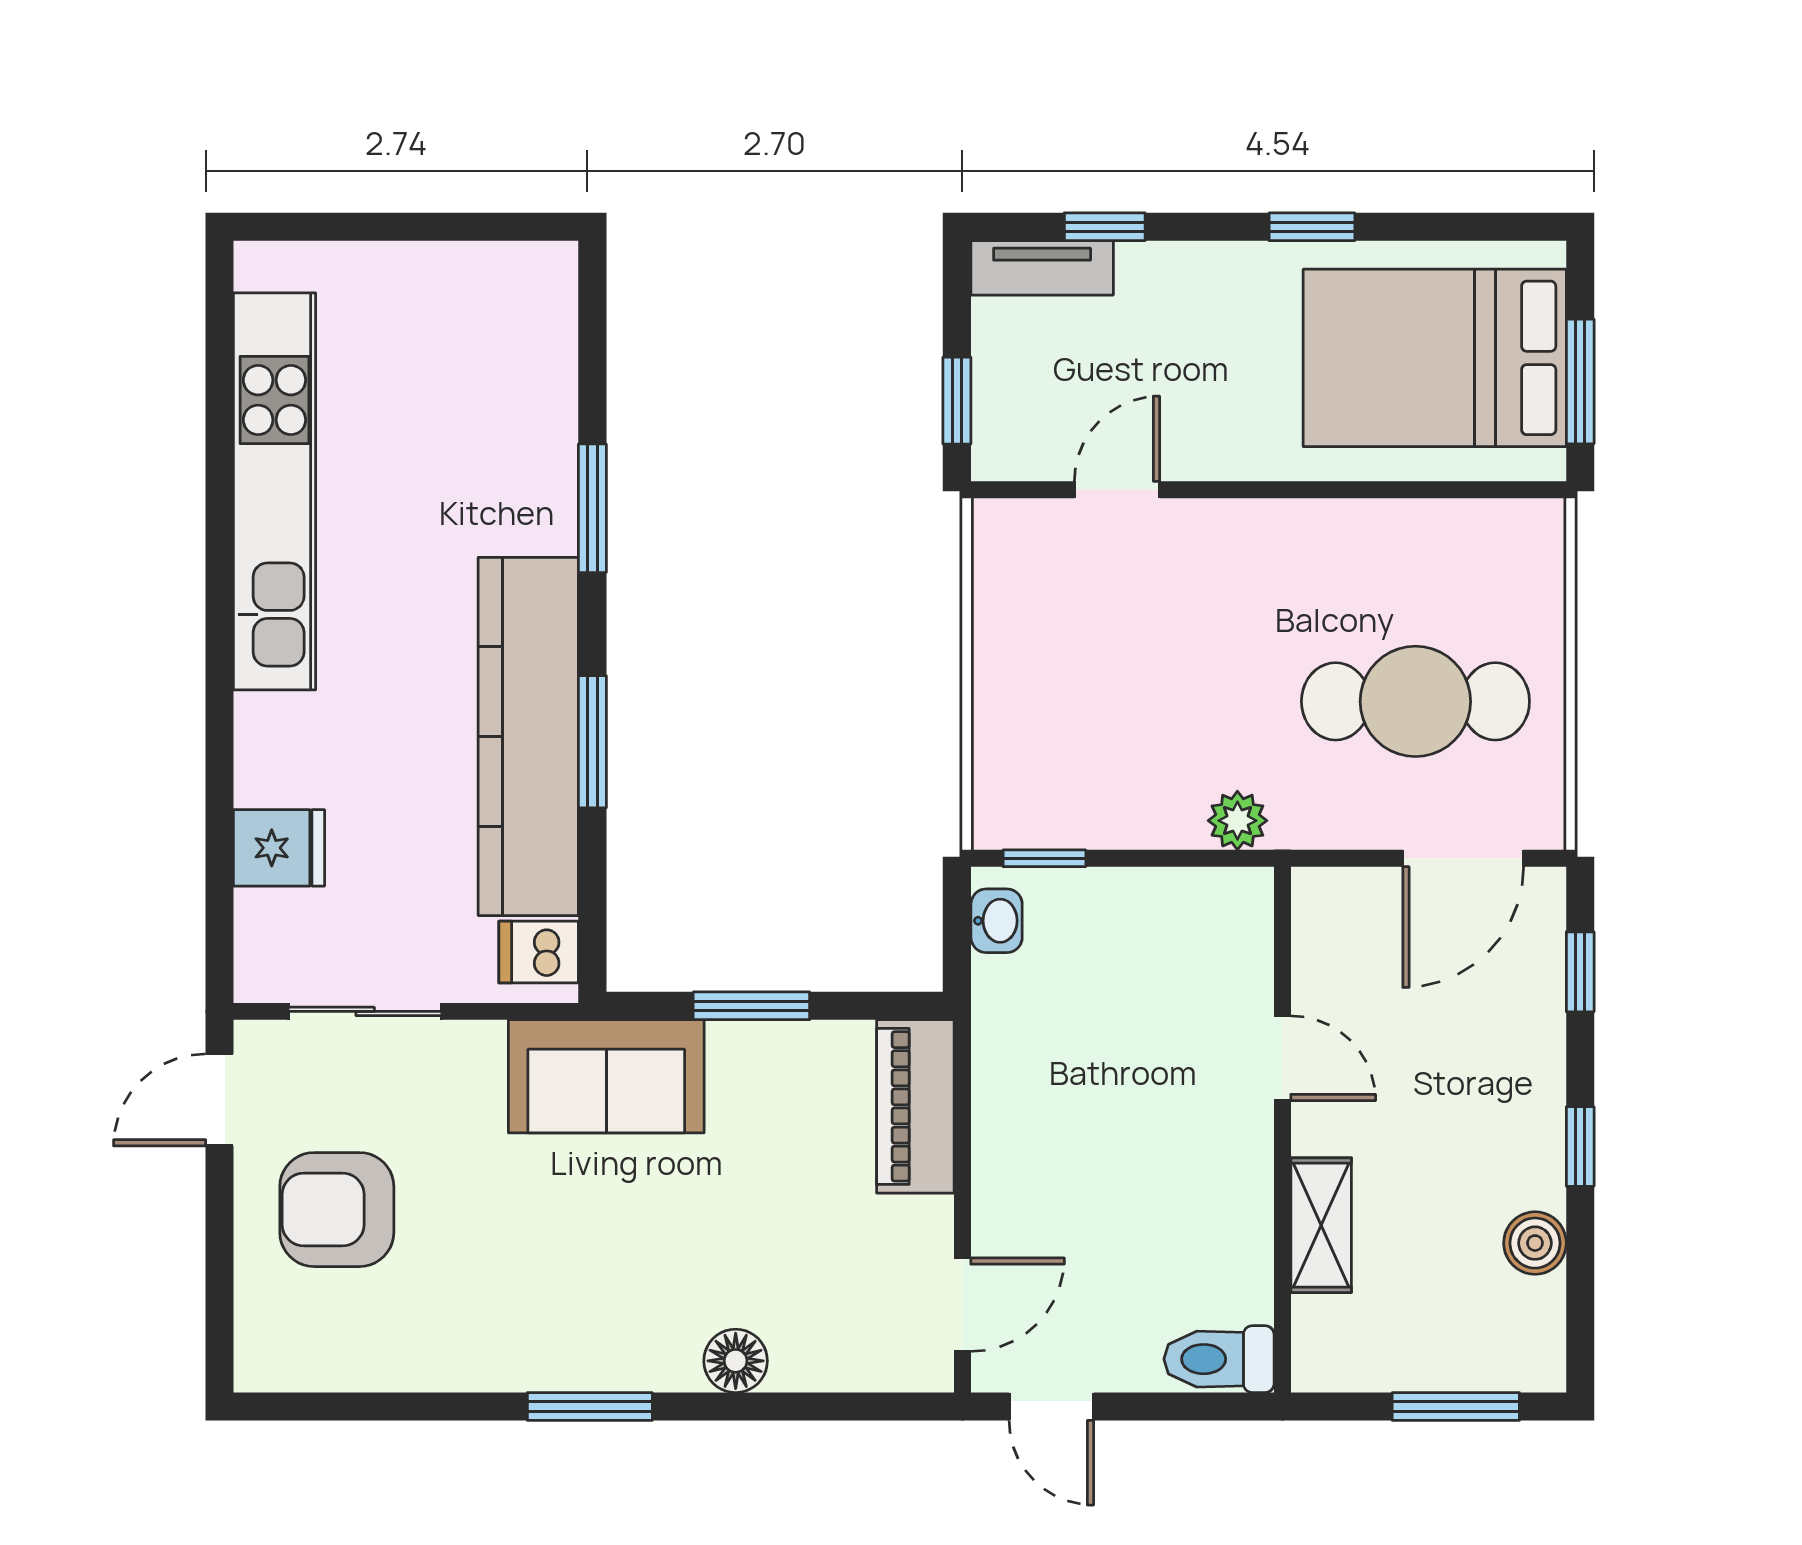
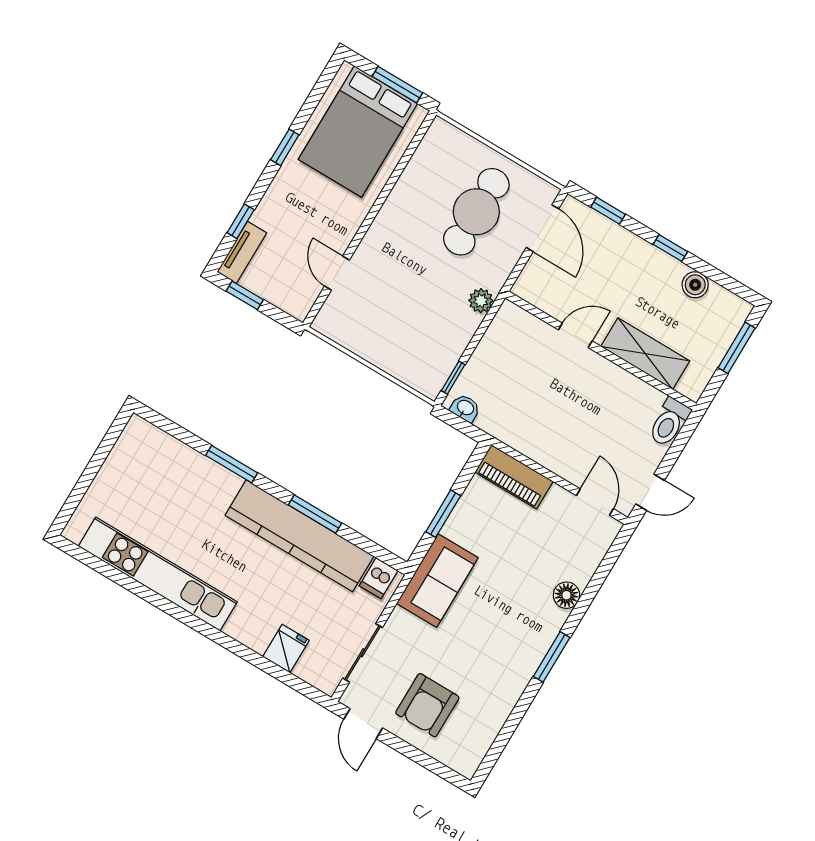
window: (957, 401) -> (245, 295), moved
shelving: (1321, 1225) -> (645, 354), width x1.50, depth x1.33

